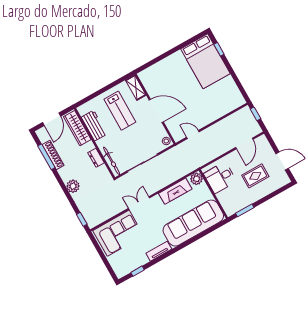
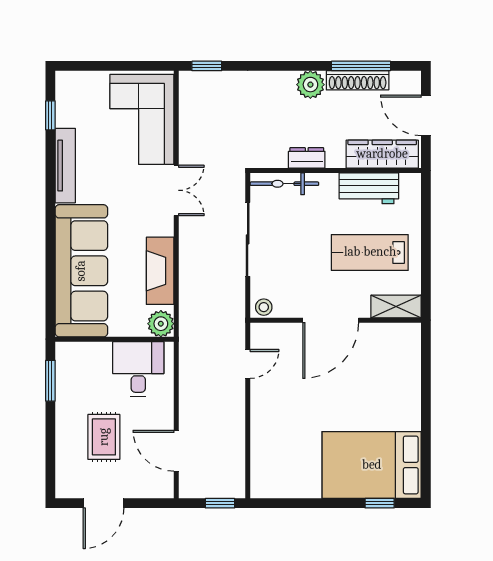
plant: (73, 186) -> (310, 85), moved
tv unit: (159, 251) -> (65, 166), width x1.41

